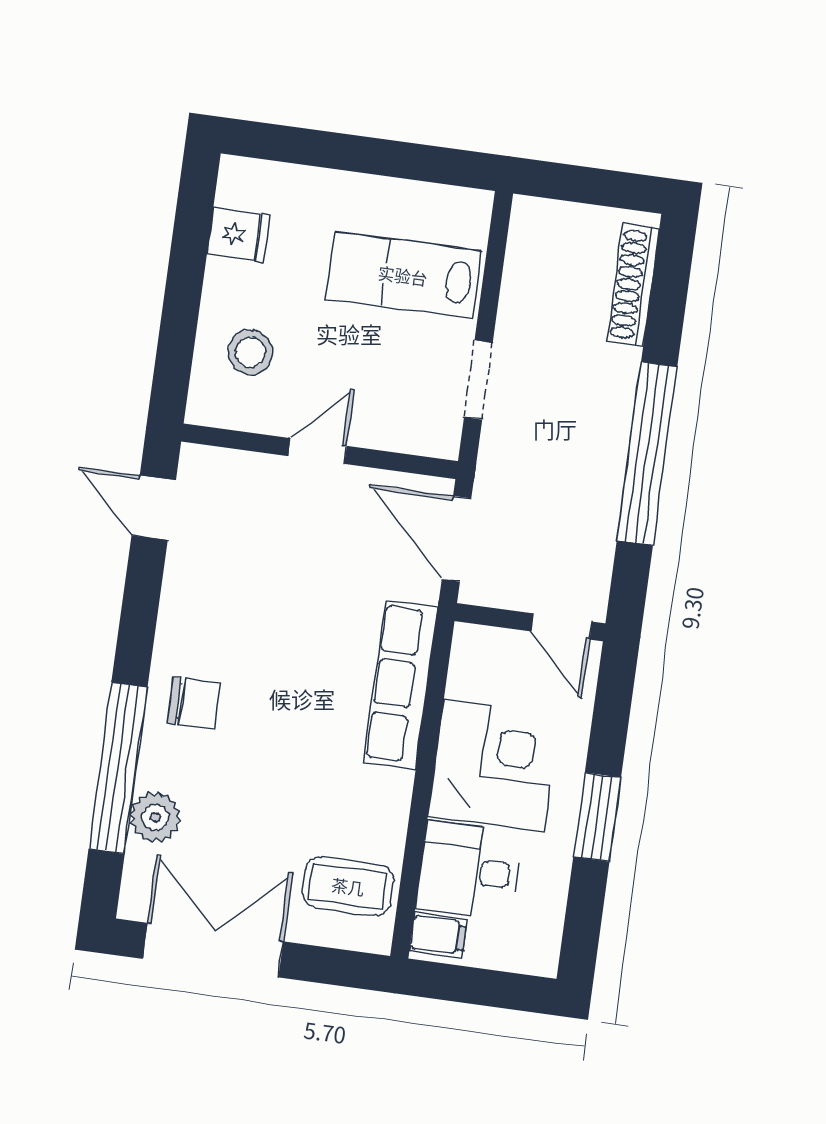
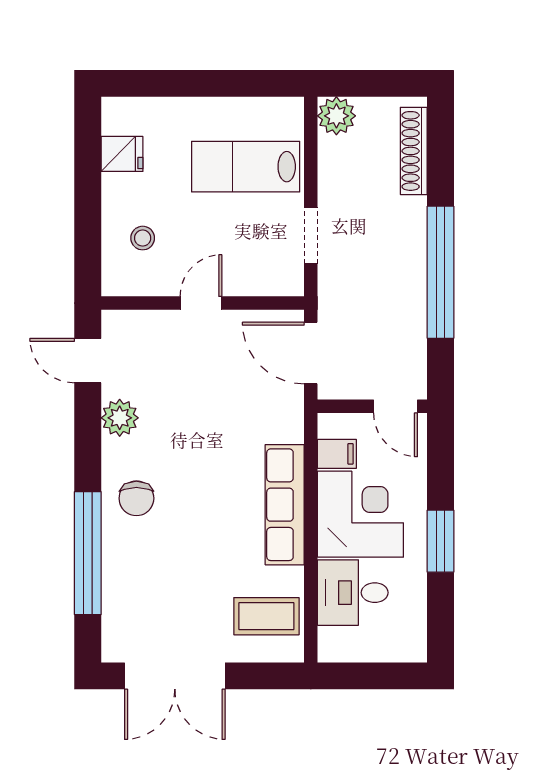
plant: (535, 223) -> (336, 116), added
stool: (251, 352) -> (143, 238), width x0.73, depth x0.73
row of seats: (401, 684) -> (285, 505), moved
chair: (194, 703) -> (136, 498), turned 90
plant: (155, 817) -> (120, 418), moved
filing cabinet: (438, 935) -> (337, 454), moved
double door: (213, 950) -> (175, 676), swing flipped

